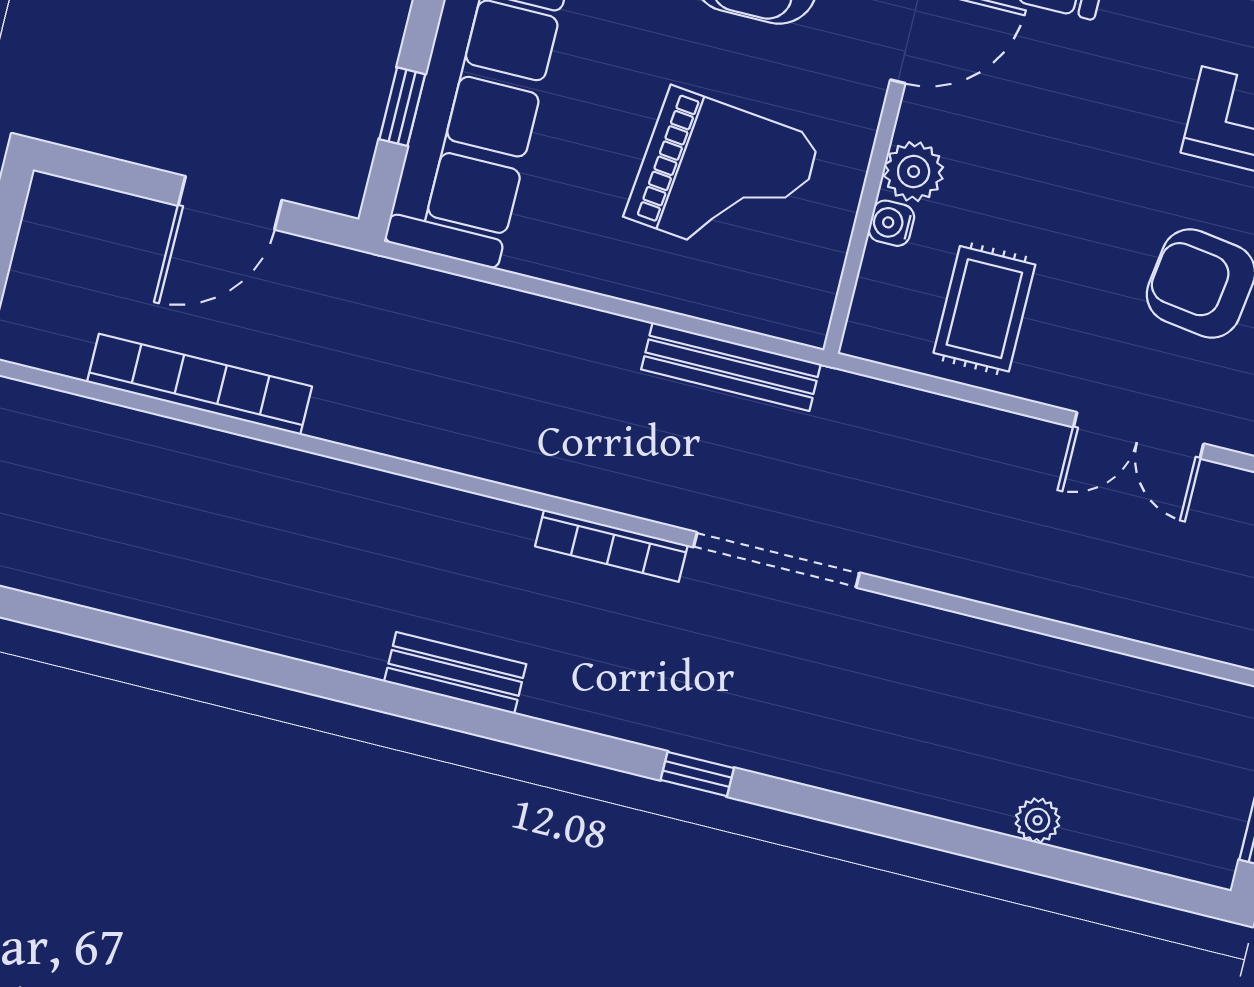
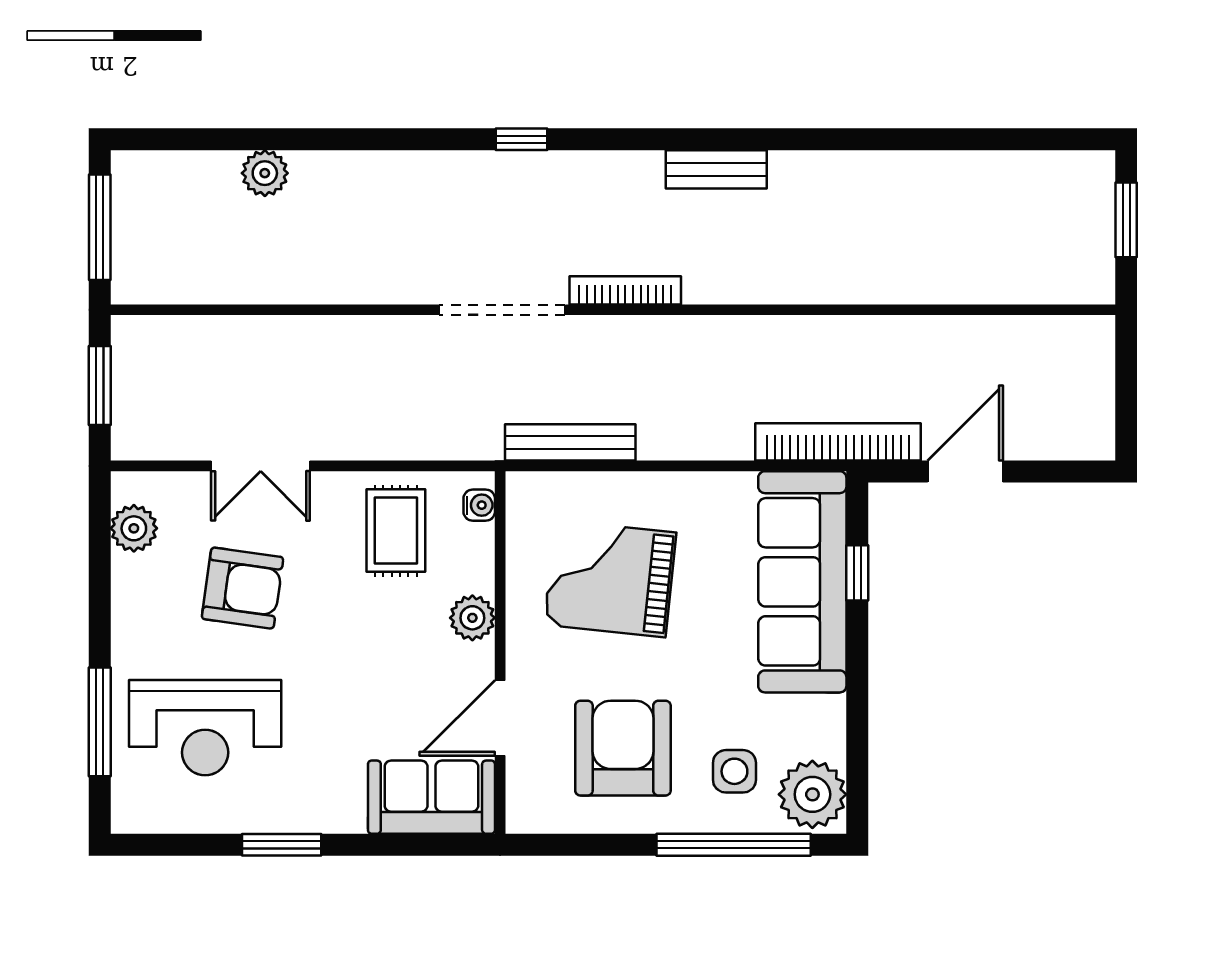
water cooler: (891, 223) -> (479, 505), moved
bookcase: (199, 384) -> (838, 442), moved, turned 180
double door: (1139, 435) -> (261, 466), swing flipped
plant: (1038, 820) -> (265, 173), width x1.38, depth x1.38

